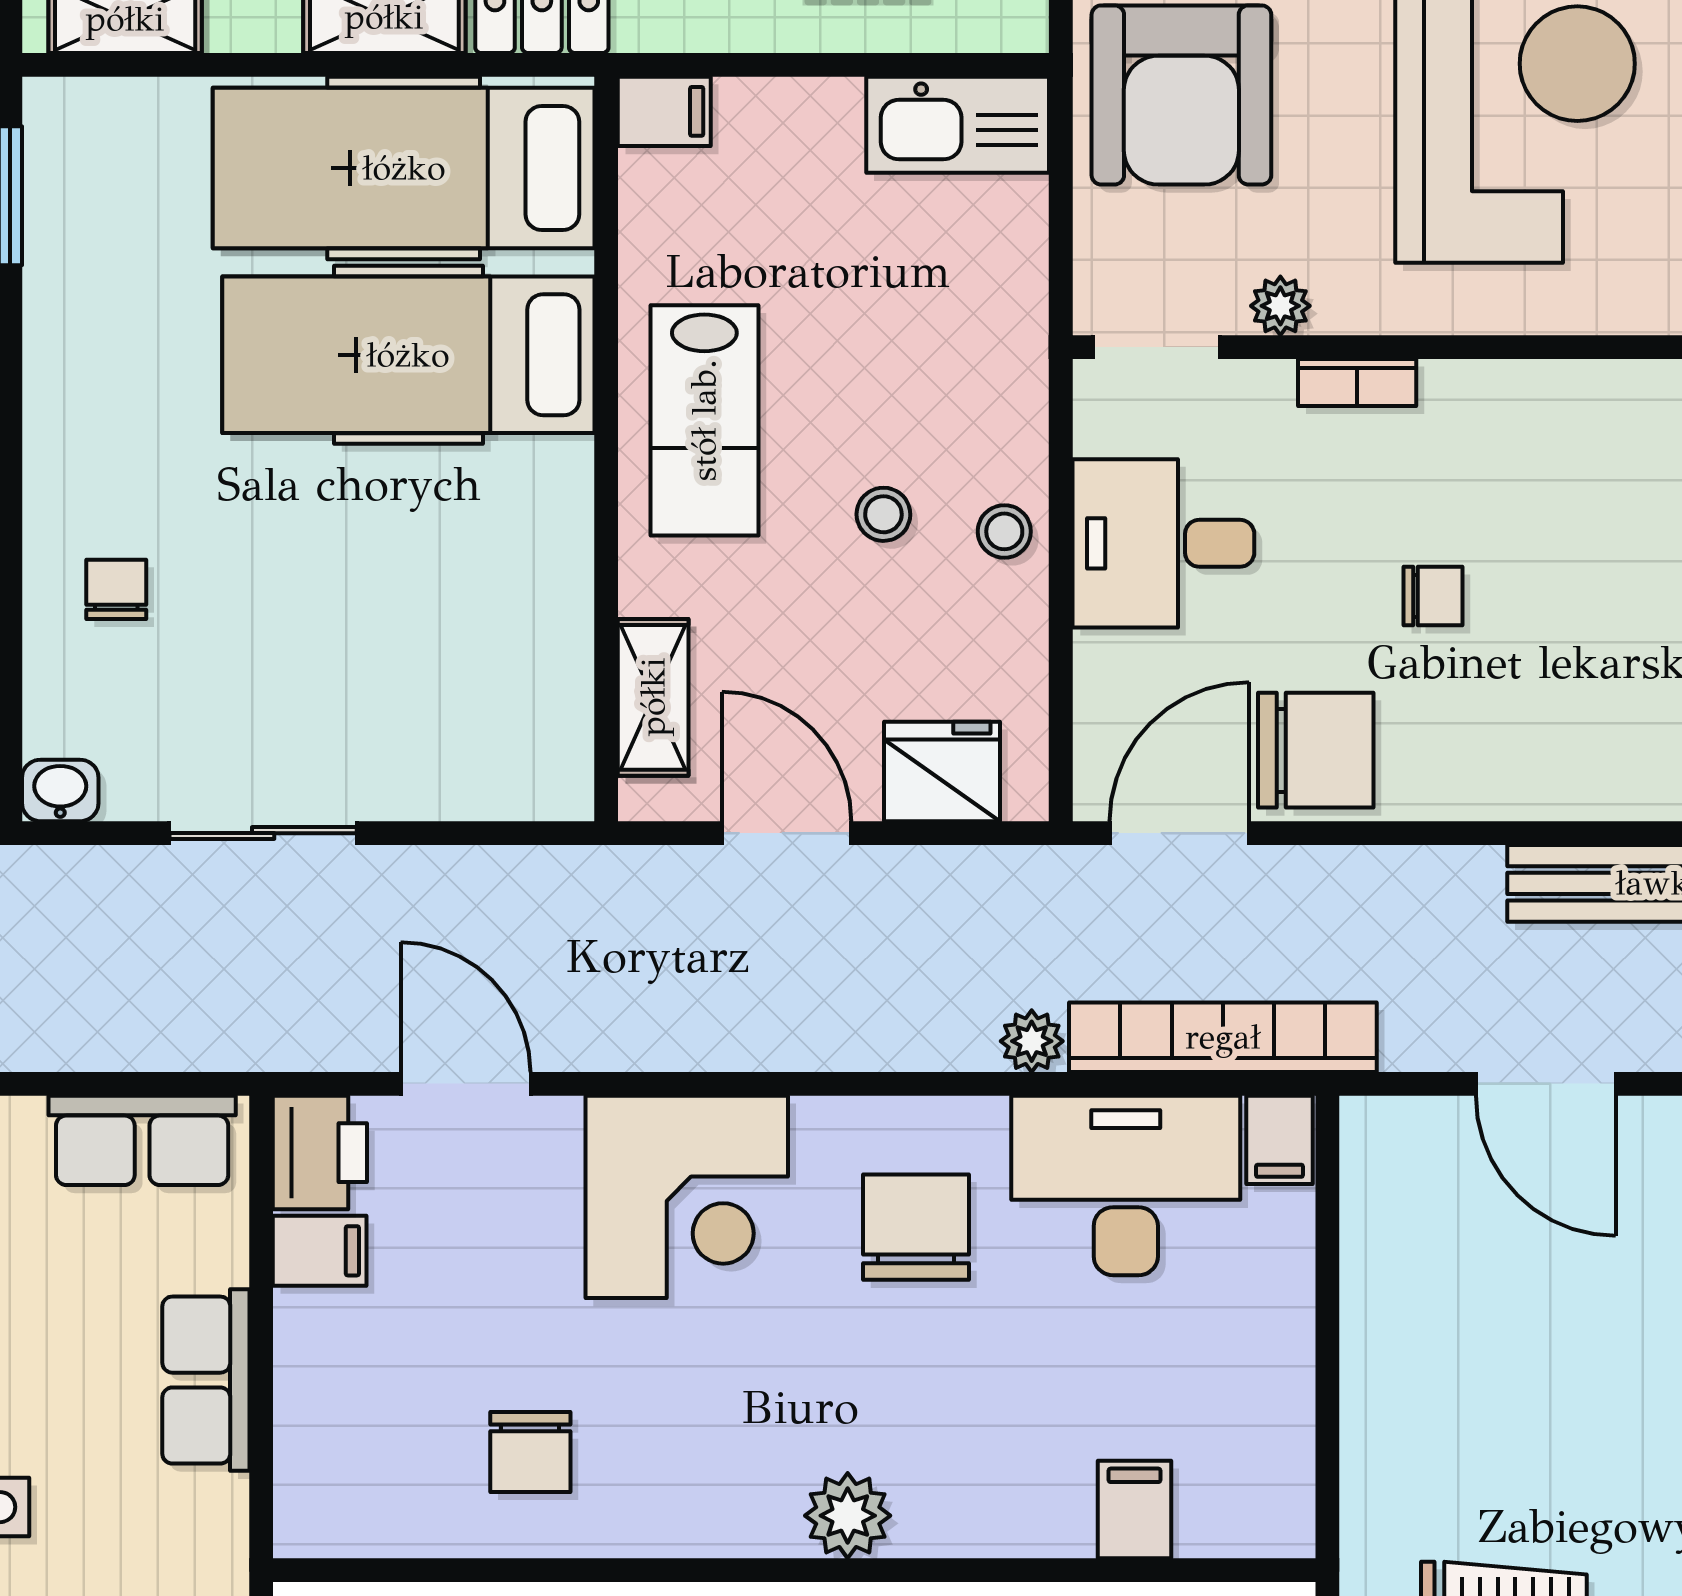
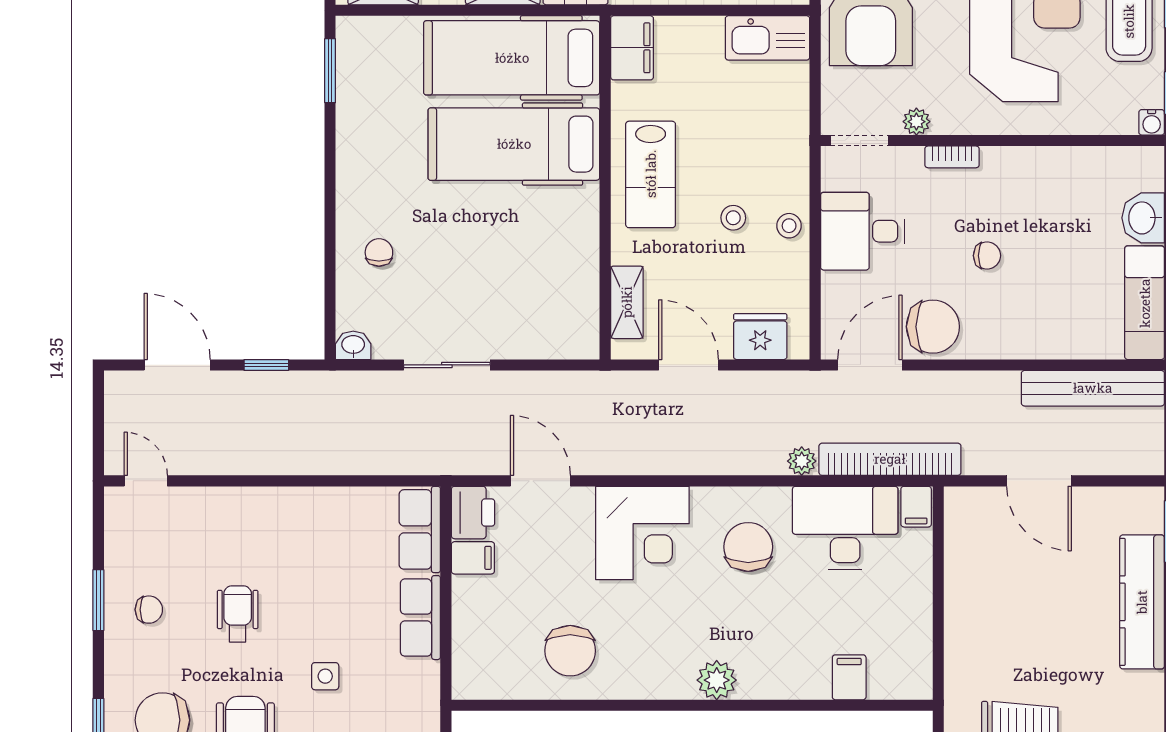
filing cabinet: (664, 111) -> (632, 48), width x2.00
row of seats: (142, 1140) -> (420, 529), moved, turned 90
chair: (530, 1452) -> (570, 651), width x1.37, depth x1.37

